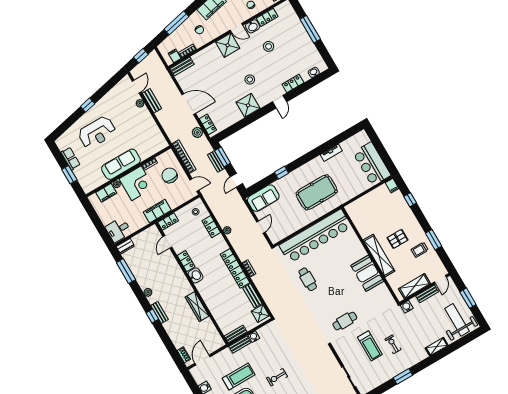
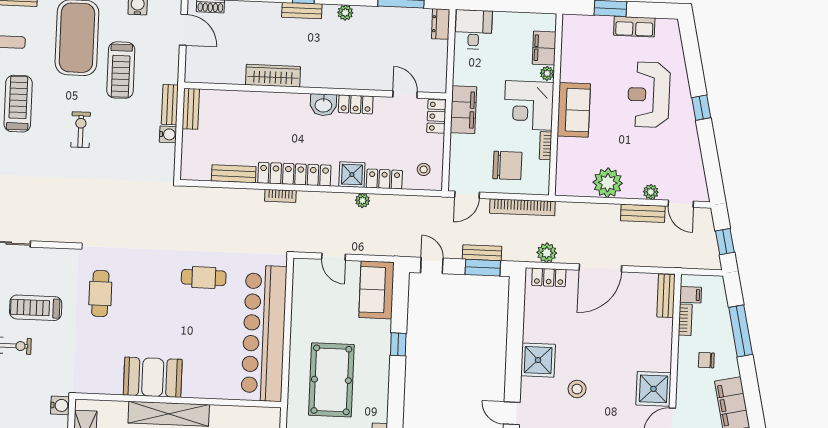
plant: (148, 125) -> (608, 183), added
sofa: (121, 164) -> (574, 110), width x0.73
shower: (260, 313) -> (352, 175), moved

